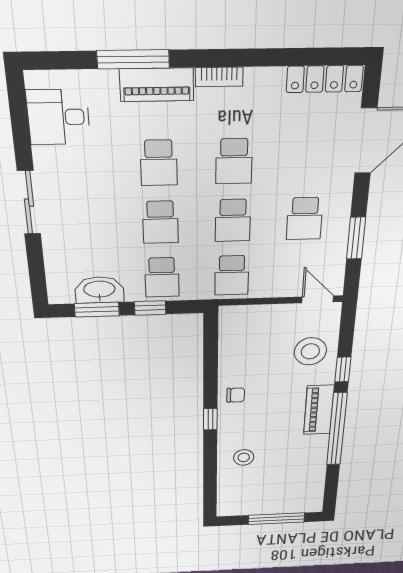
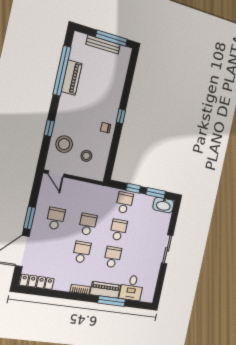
desk: (58, 117) -> (132, 288), moved, turned 90
window: (356, 238) -> (30, 218), moved
school desk: (232, 275) -> (94, 197), removed
washbasin: (99, 290) -> (163, 205), moved
piano: (319, 410) -> (72, 78), moved
window: (337, 429) -> (62, 71), moved
stool: (244, 457) -> (86, 156), moved
bench: (269, 508) -> (103, 44), added
window: (276, 519) -> (111, 38), moved

